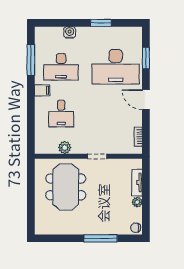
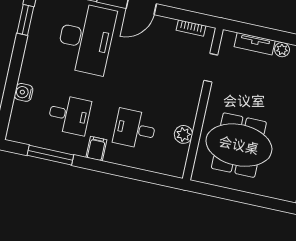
window: (101, 23) -> (25, 20), moved
desk: (61, 67) -> (69, 115), width x0.73
desk: (61, 114) -> (135, 129), turned 180
doorway: (97, 156) -> (211, 68), moved

